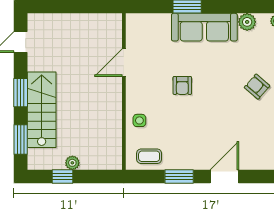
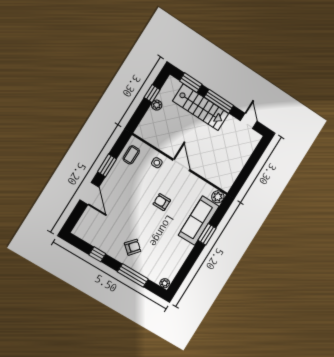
plant: (247, 22) -> (218, 197), moved
sofa: (204, 27) -> (199, 221), moved
door: (124, 63) -> (181, 165), moved
window: (21, 93) -> (219, 101), width x1.44

